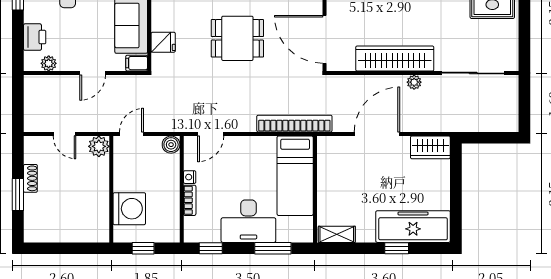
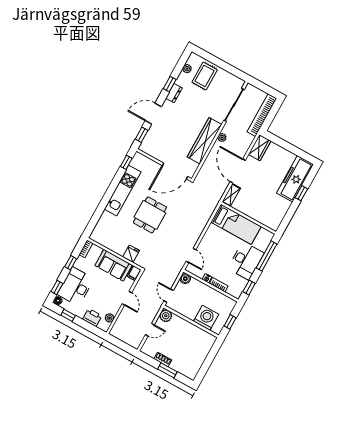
bookcase: (294, 124) -> (262, 115), moved
shelving: (337, 234) -> (231, 195), moved
window: (273, 248) -> (267, 256), width x1.44

